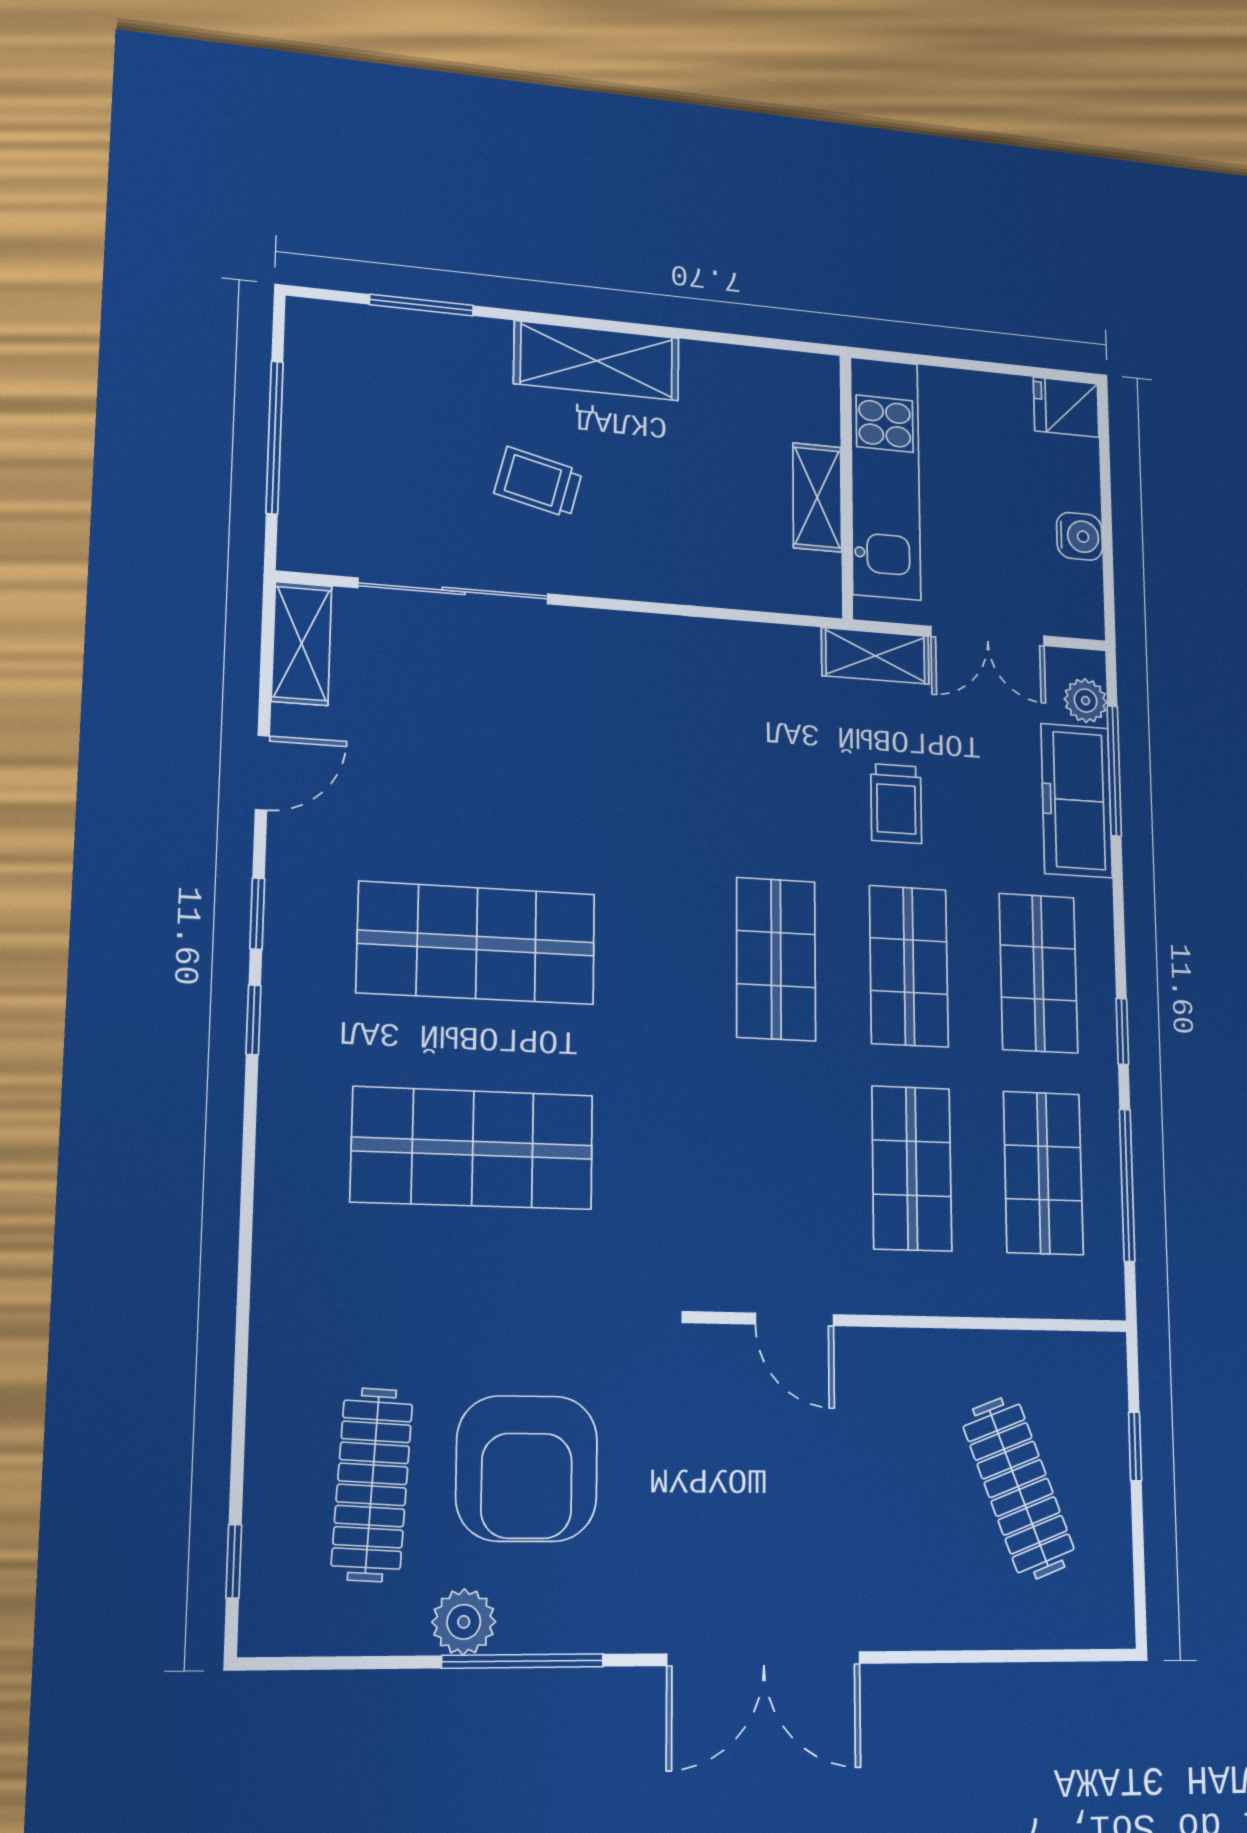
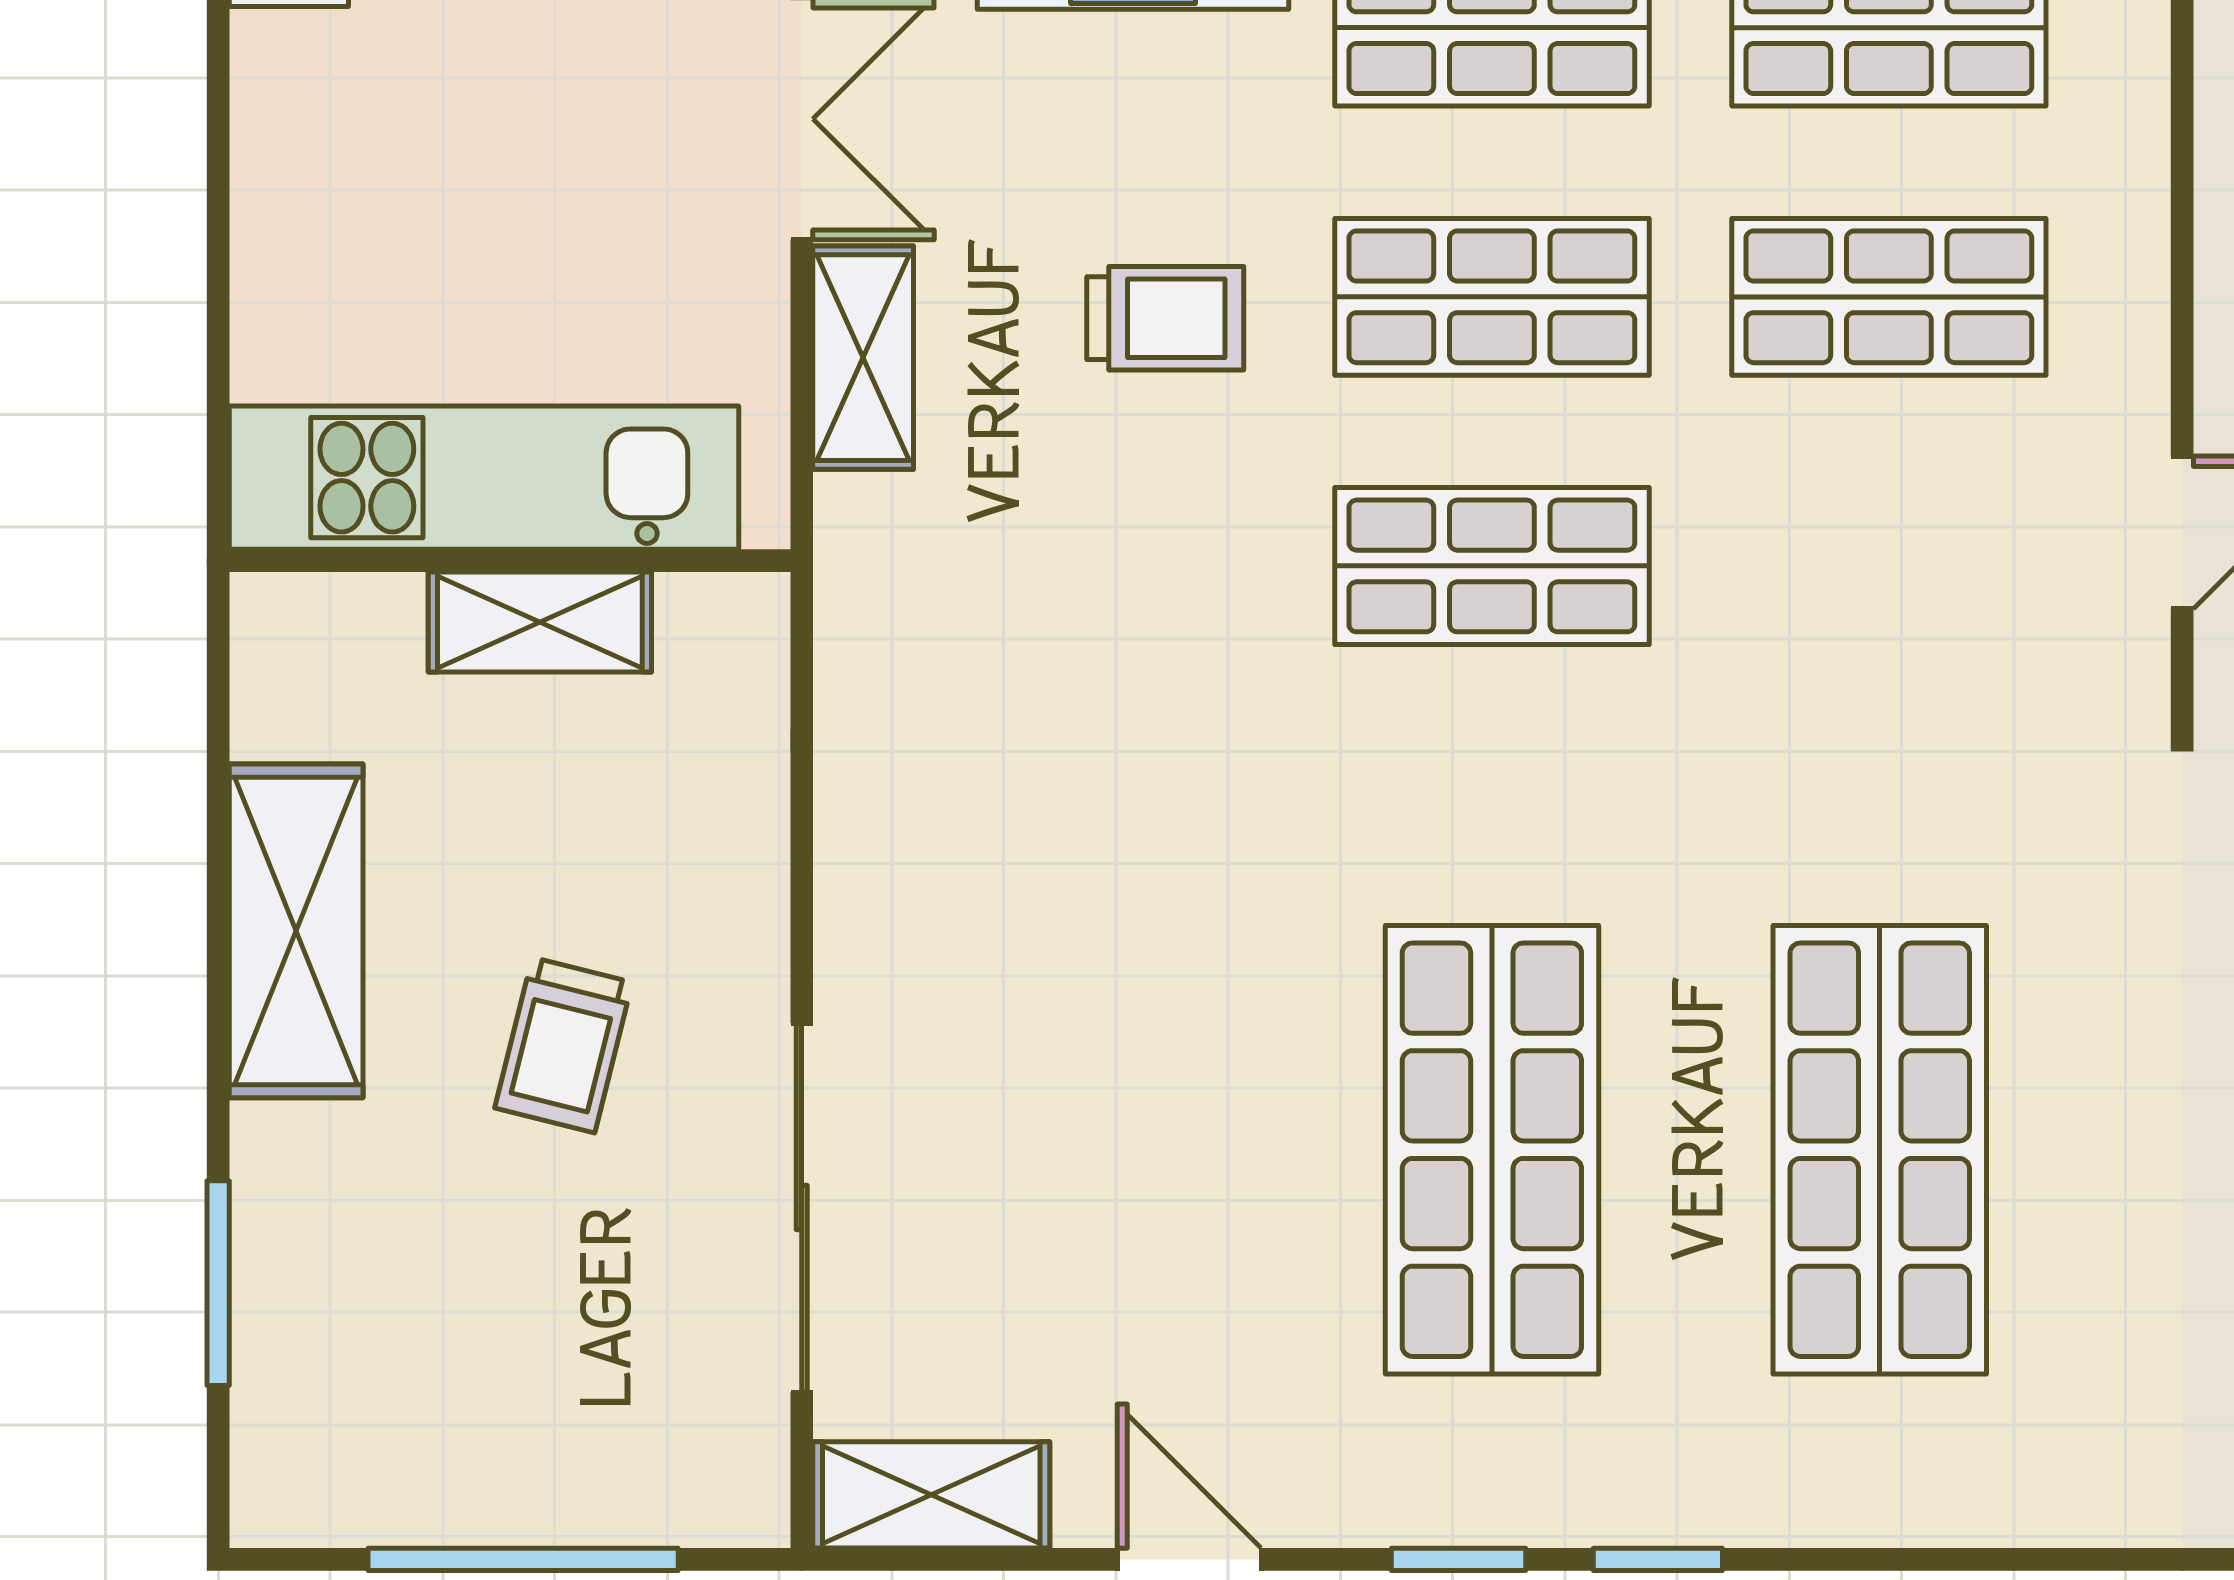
kitchen unit: (885, 478) -> (484, 478), moved
wall: (846, 486) -> (510, 561), moved
shelving: (817, 497) -> (540, 622), moved

